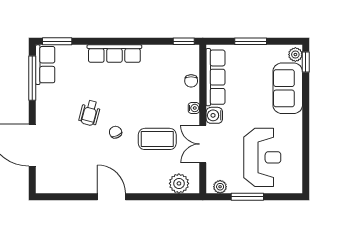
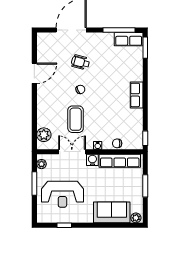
row of seats: (114, 54) -> (137, 95), width x0.68
window: (306, 62) -> (64, 225), moved
wheelchair: (90, 113) -> (80, 62), moved
door: (111, 197) -> (34, 73), moved

